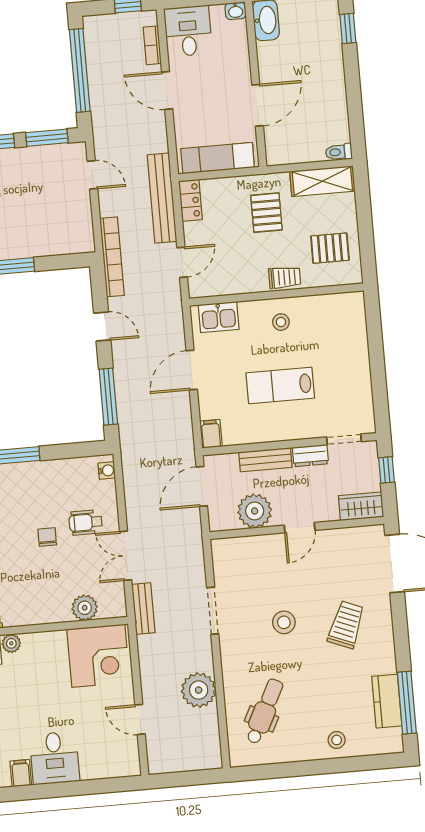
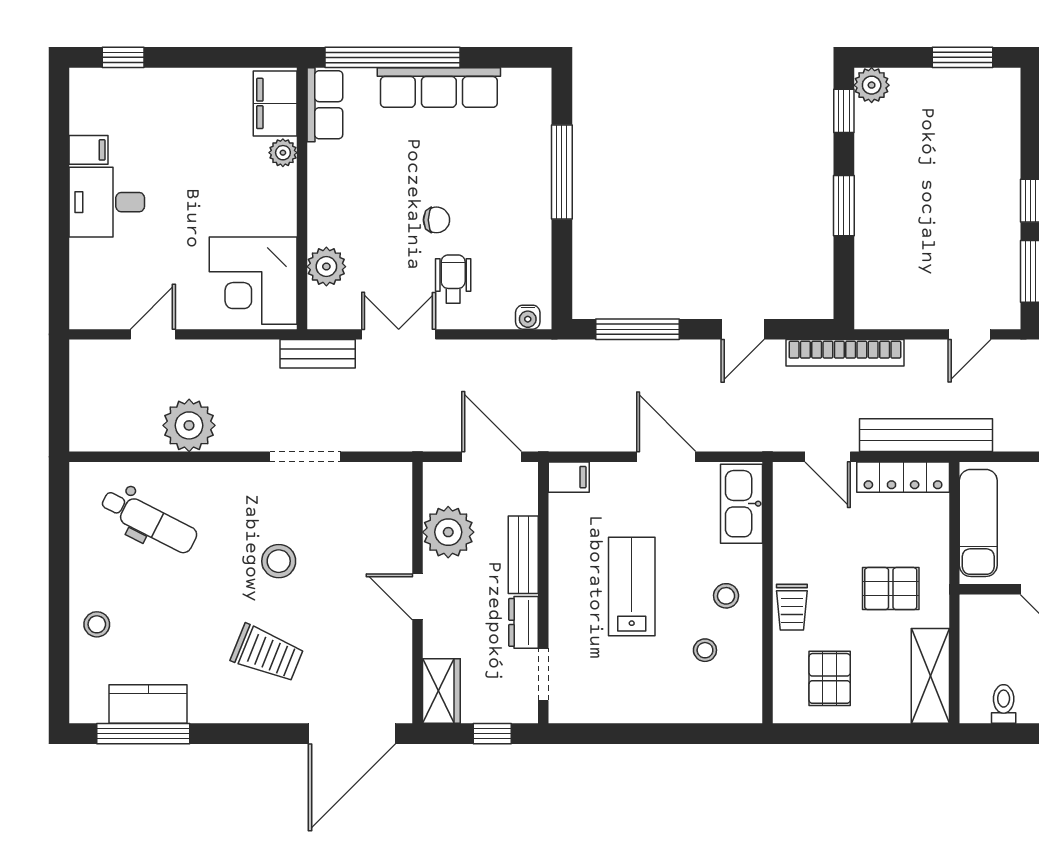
toilet: (339, 152) -> (1004, 704), moved
locker: (190, 200) -> (903, 477), width x1.53
kitchen sink: (219, 317) -> (741, 504), width x1.38
stool: (318, 333) -> (705, 650), added

